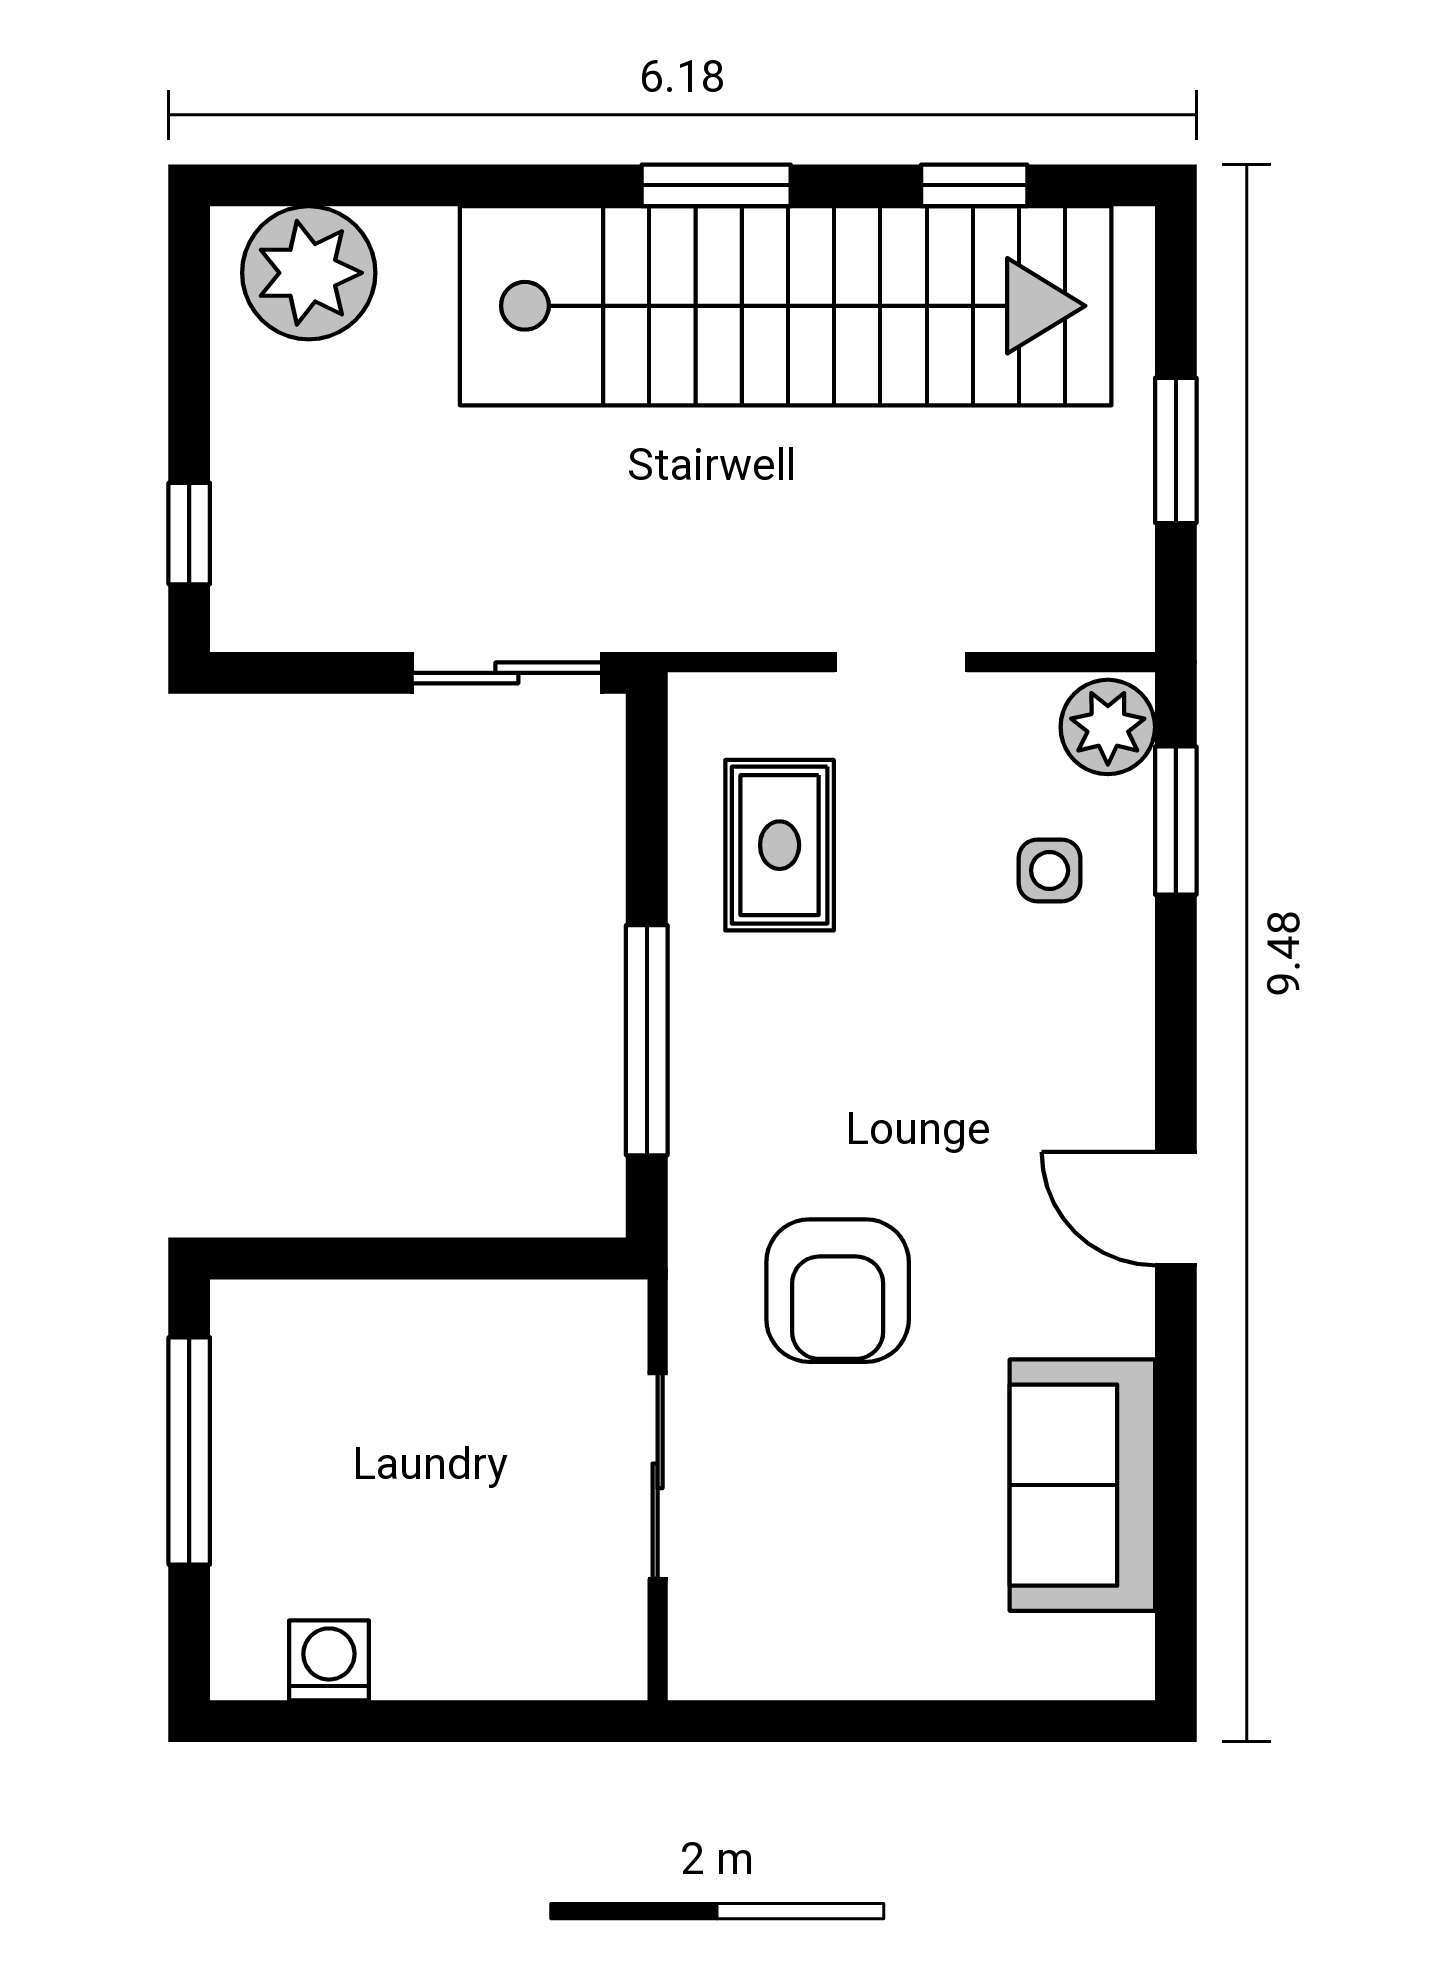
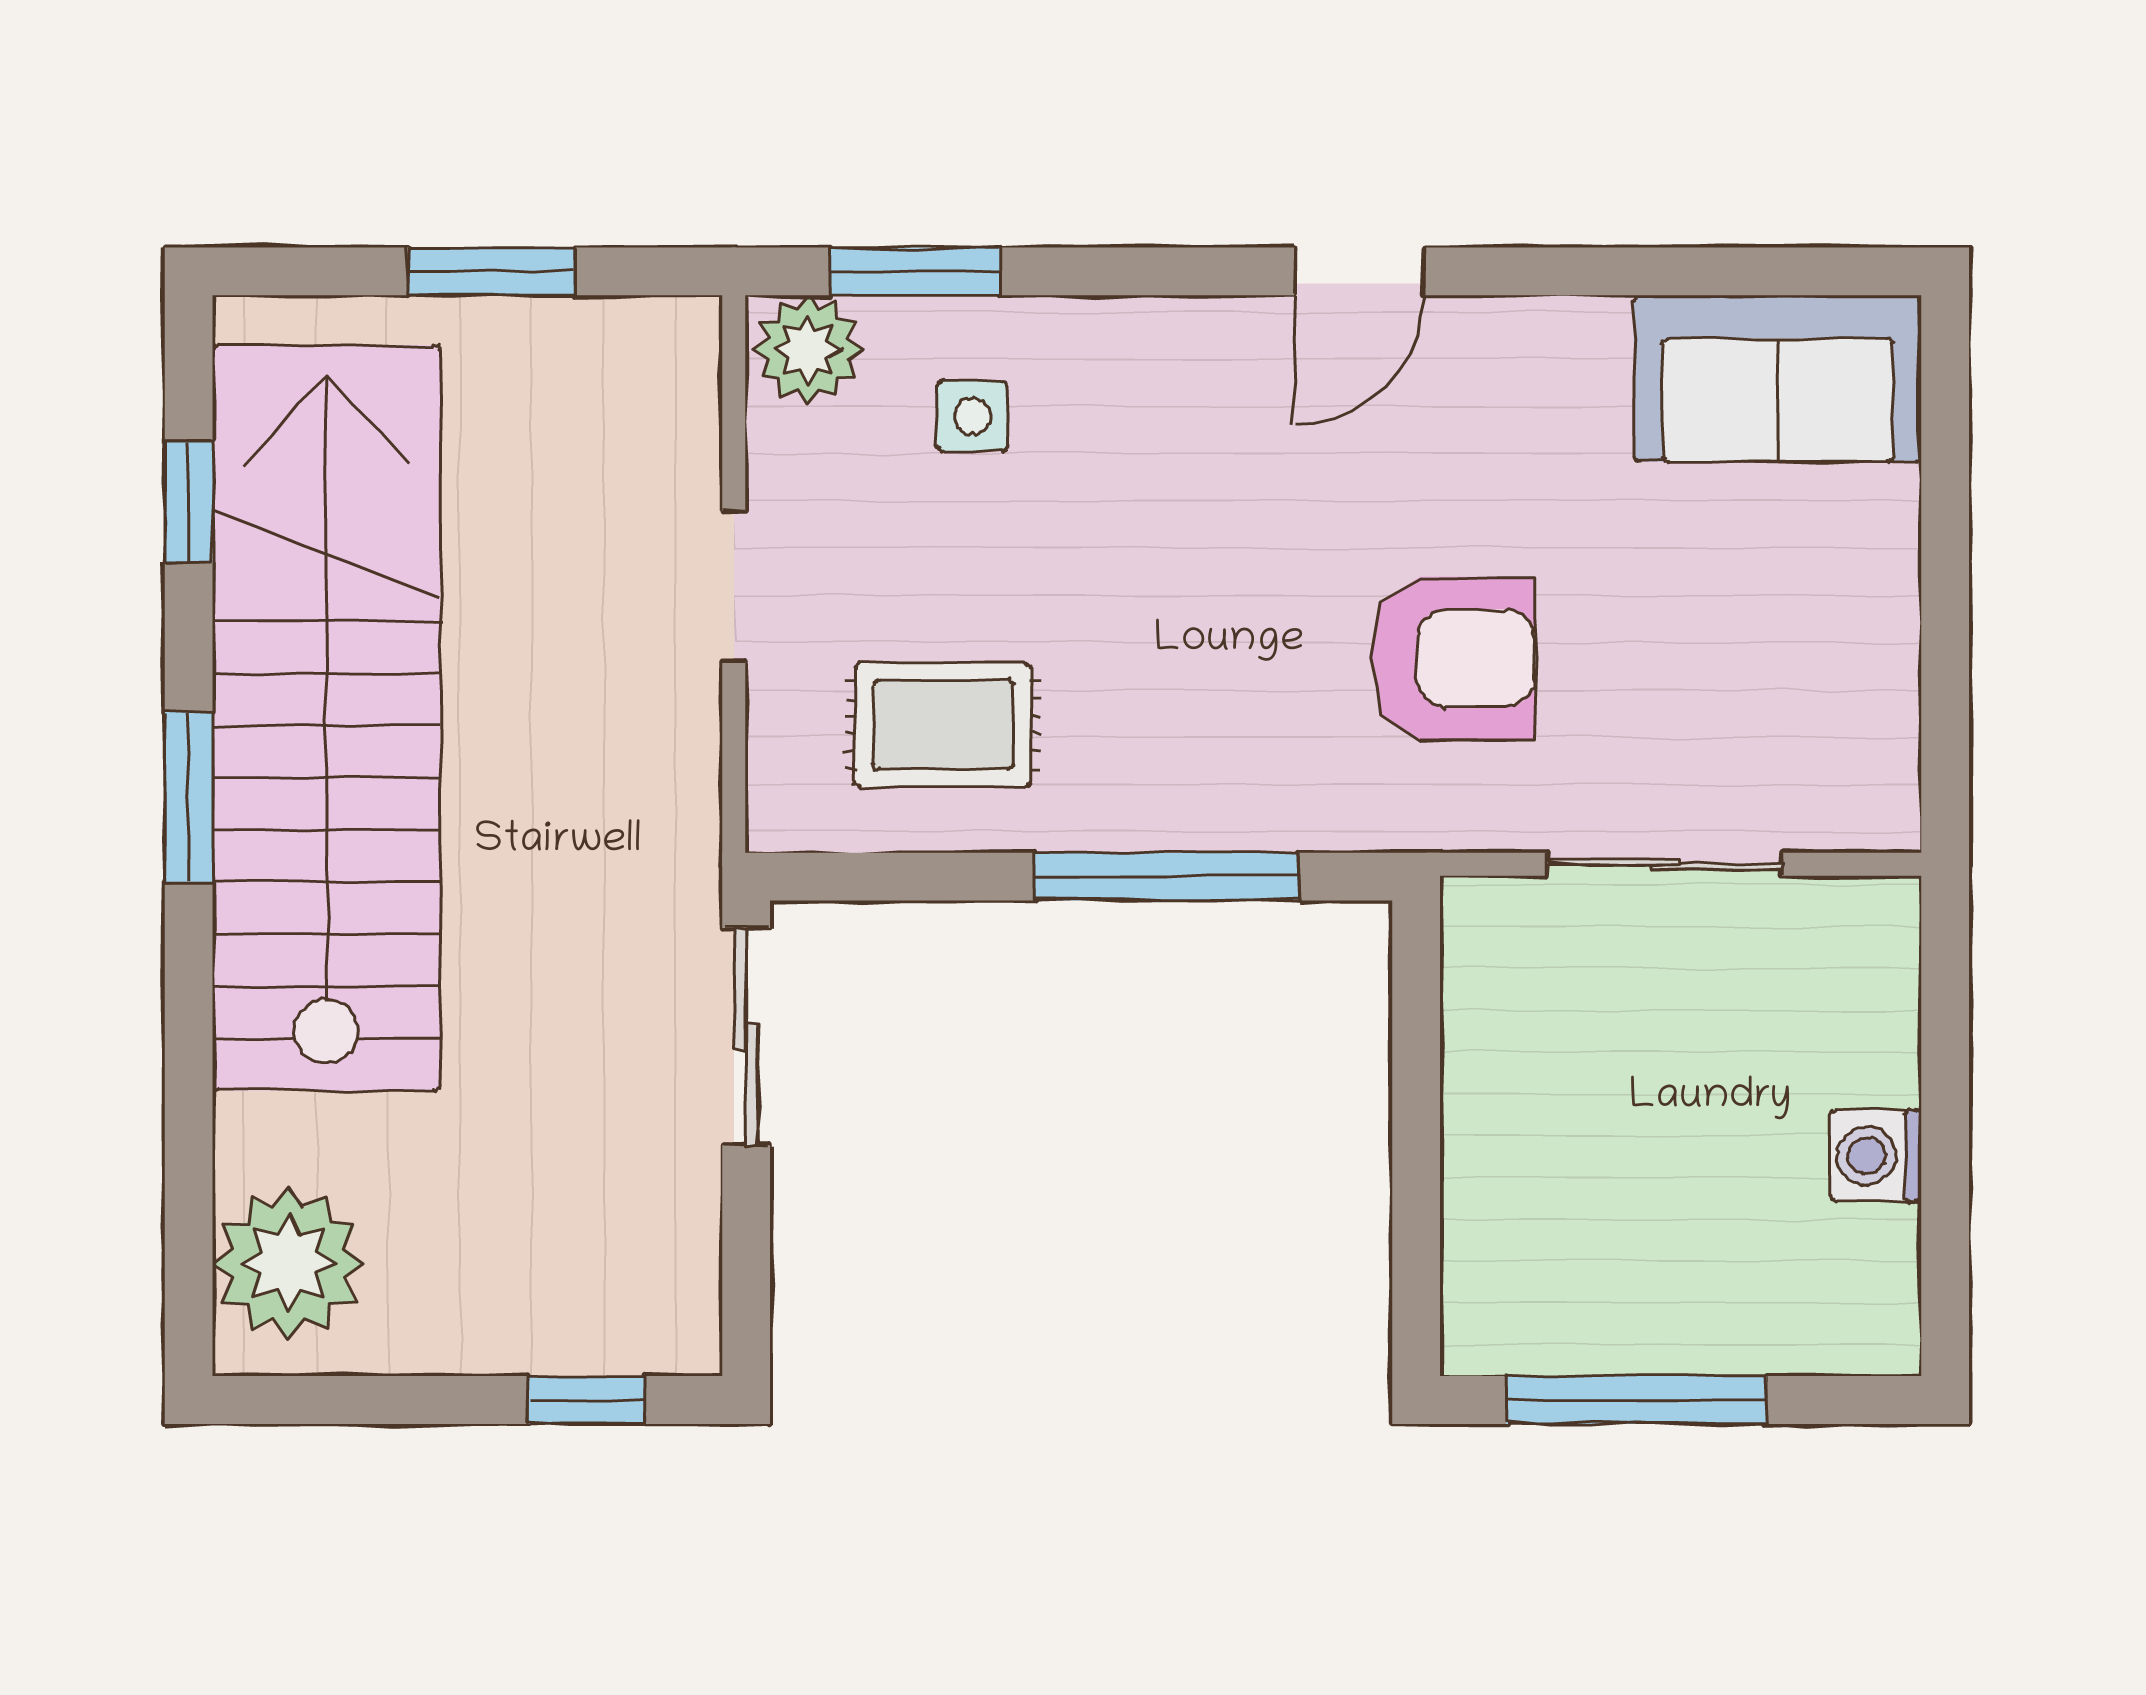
sofa: (1082, 1485) -> (1778, 378), moved
washing machine: (329, 1660) -> (1876, 1156), moved

